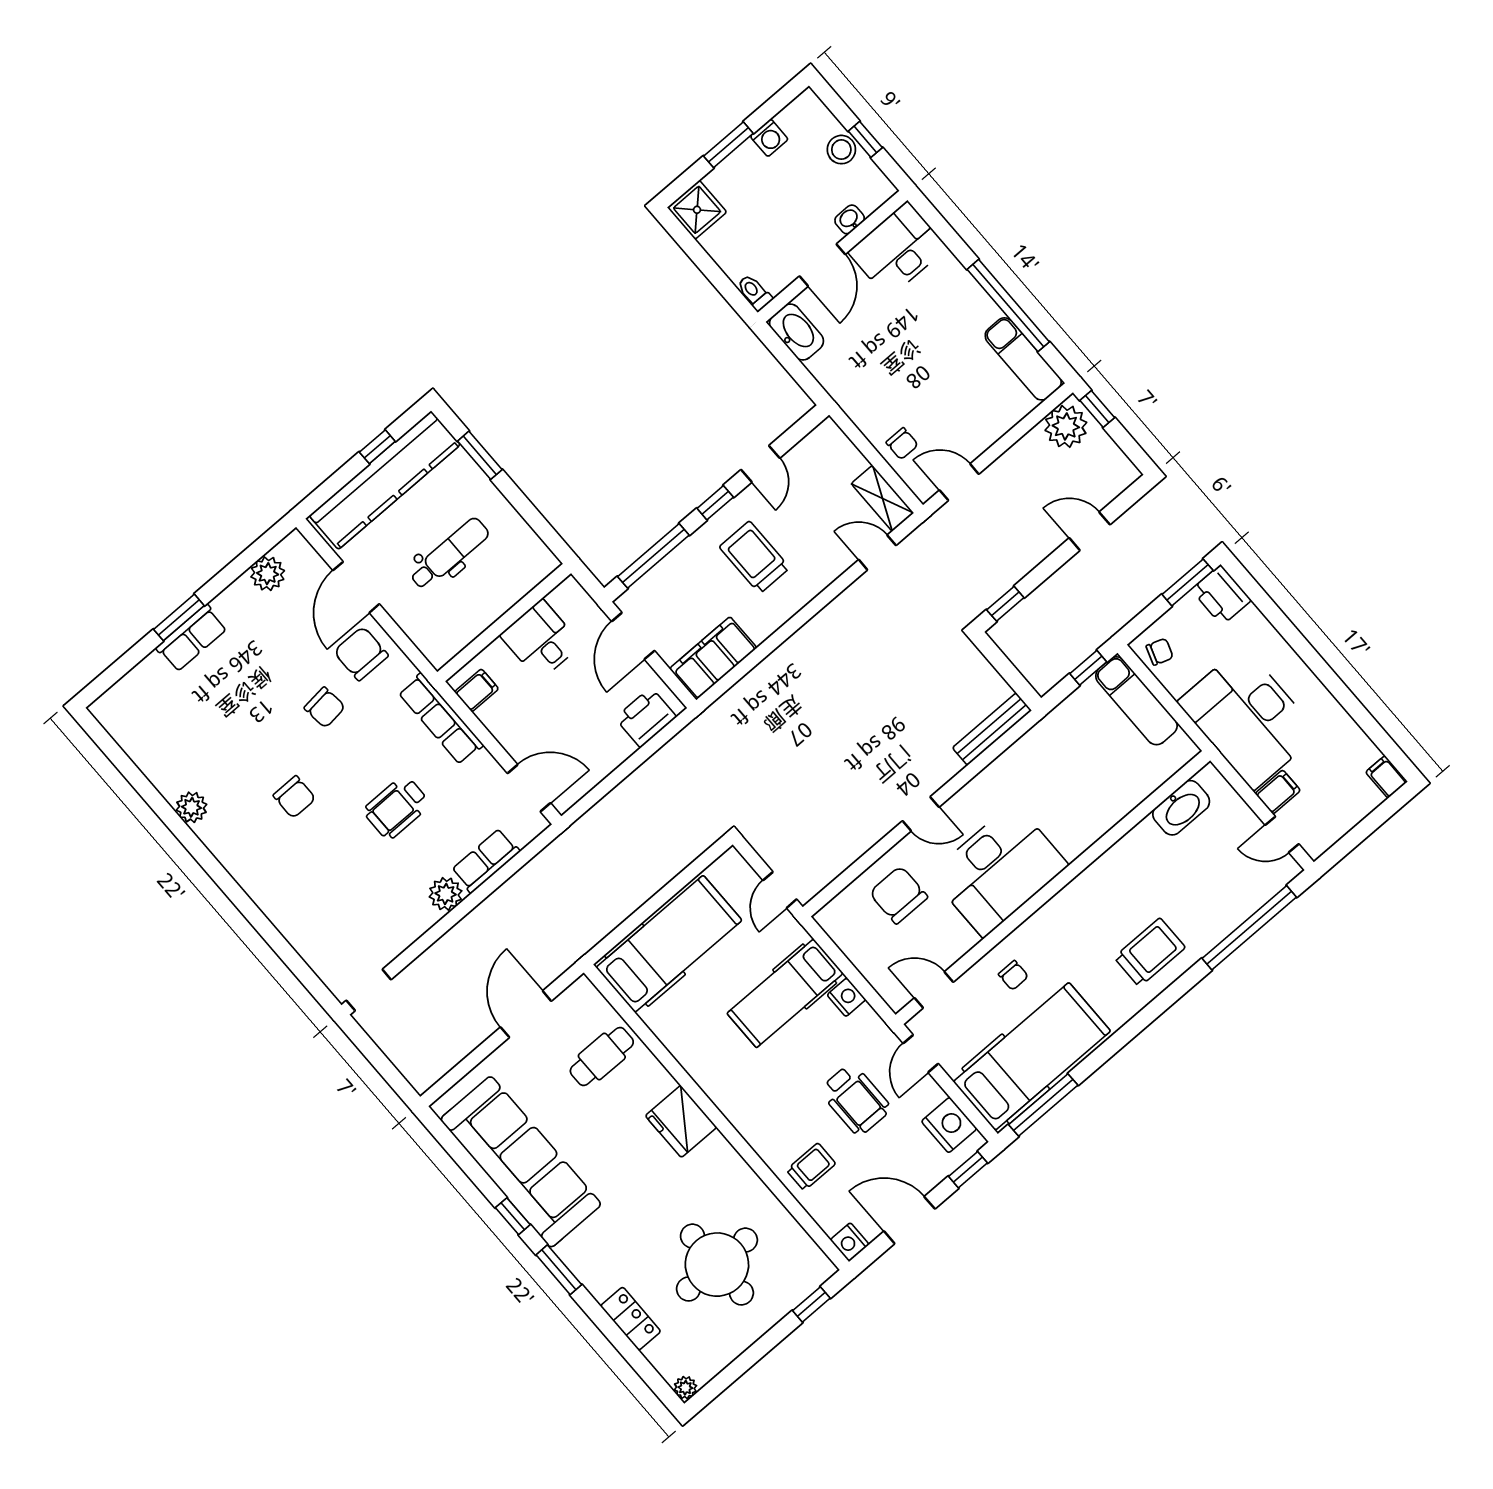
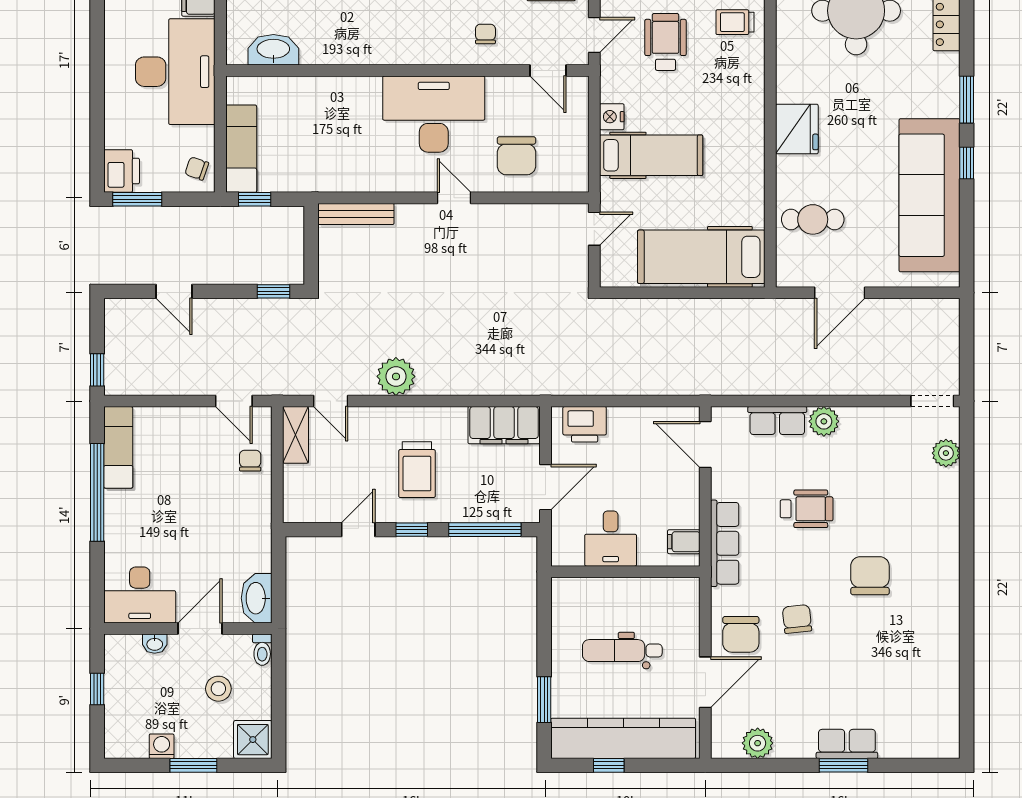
stool: (841, 150) -> (218, 689), moved
plant: (1066, 426) -> (396, 376), moved
chair: (294, 797) -> (870, 576), width x1.37, depth x1.37
plant: (192, 807) -> (946, 453), moved

